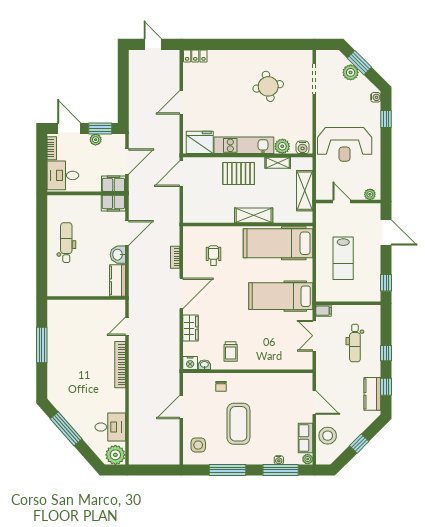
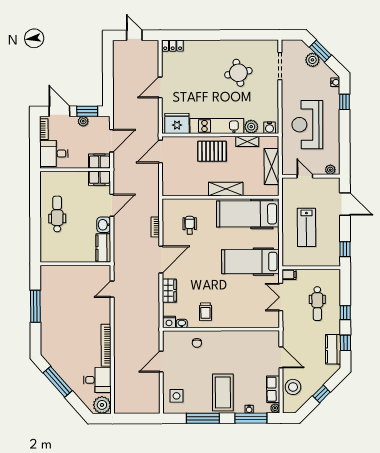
reception desk: (345, 144) -> (307, 125), turned 90
bookcase: (120, 365) -> (106, 345), moved
coffee table: (238, 424) -> (223, 392), moved

